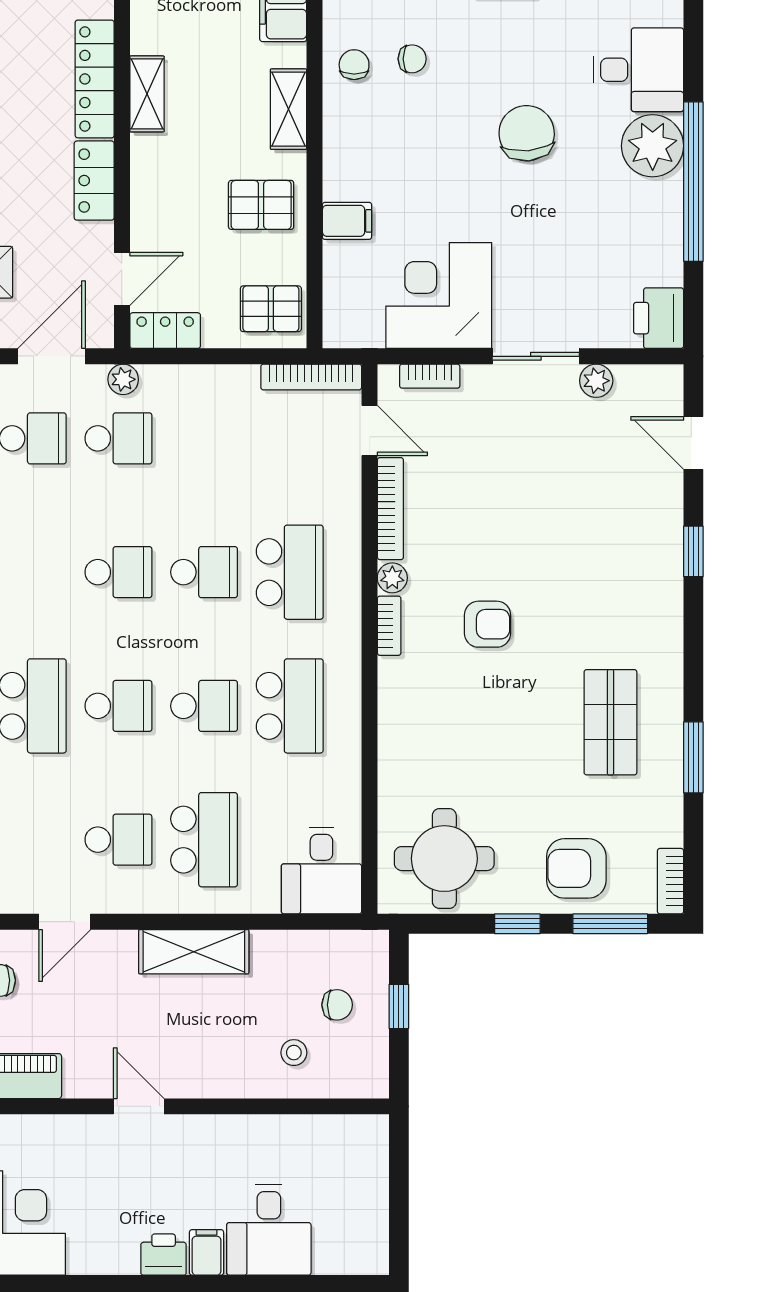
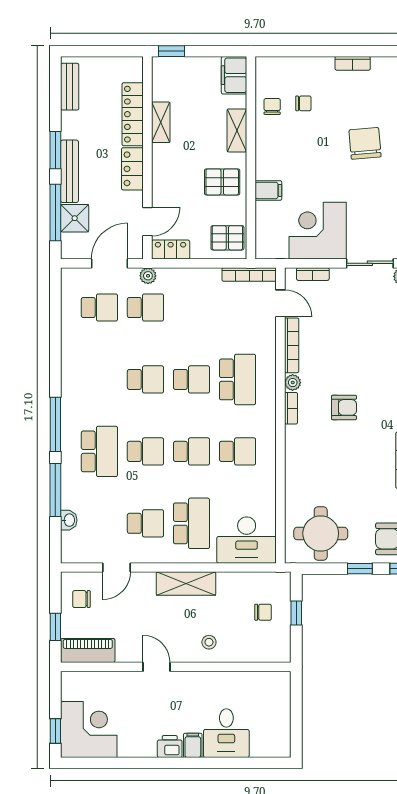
school desk: (290, 706) -> (238, 451), width x0.54
desk: (321, 871) -> (247, 540), width x1.37
stool: (294, 1053) -> (209, 642), moved

